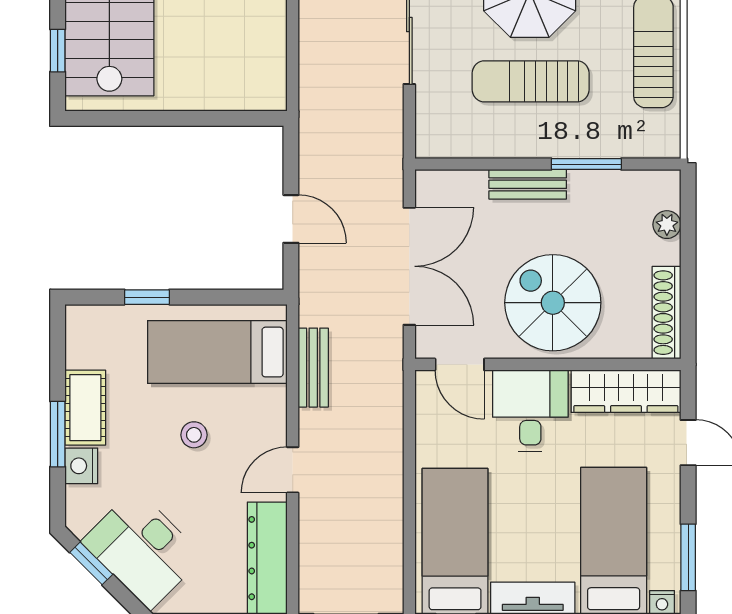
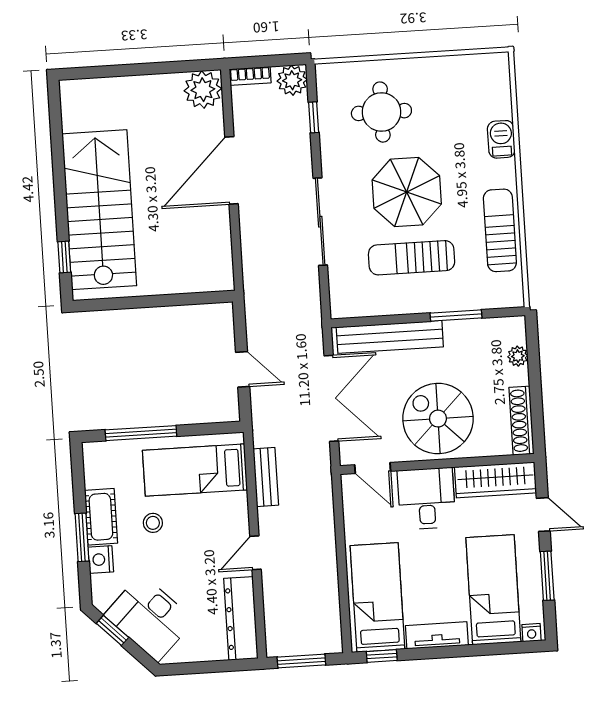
bench: (528, 184) -> (390, 337), width x1.86, depth x1.21
window: (147, 297) -> (141, 433), width x2.17
stool: (194, 435) -> (153, 523), moved
window: (688, 557) -> (547, 576), moved

